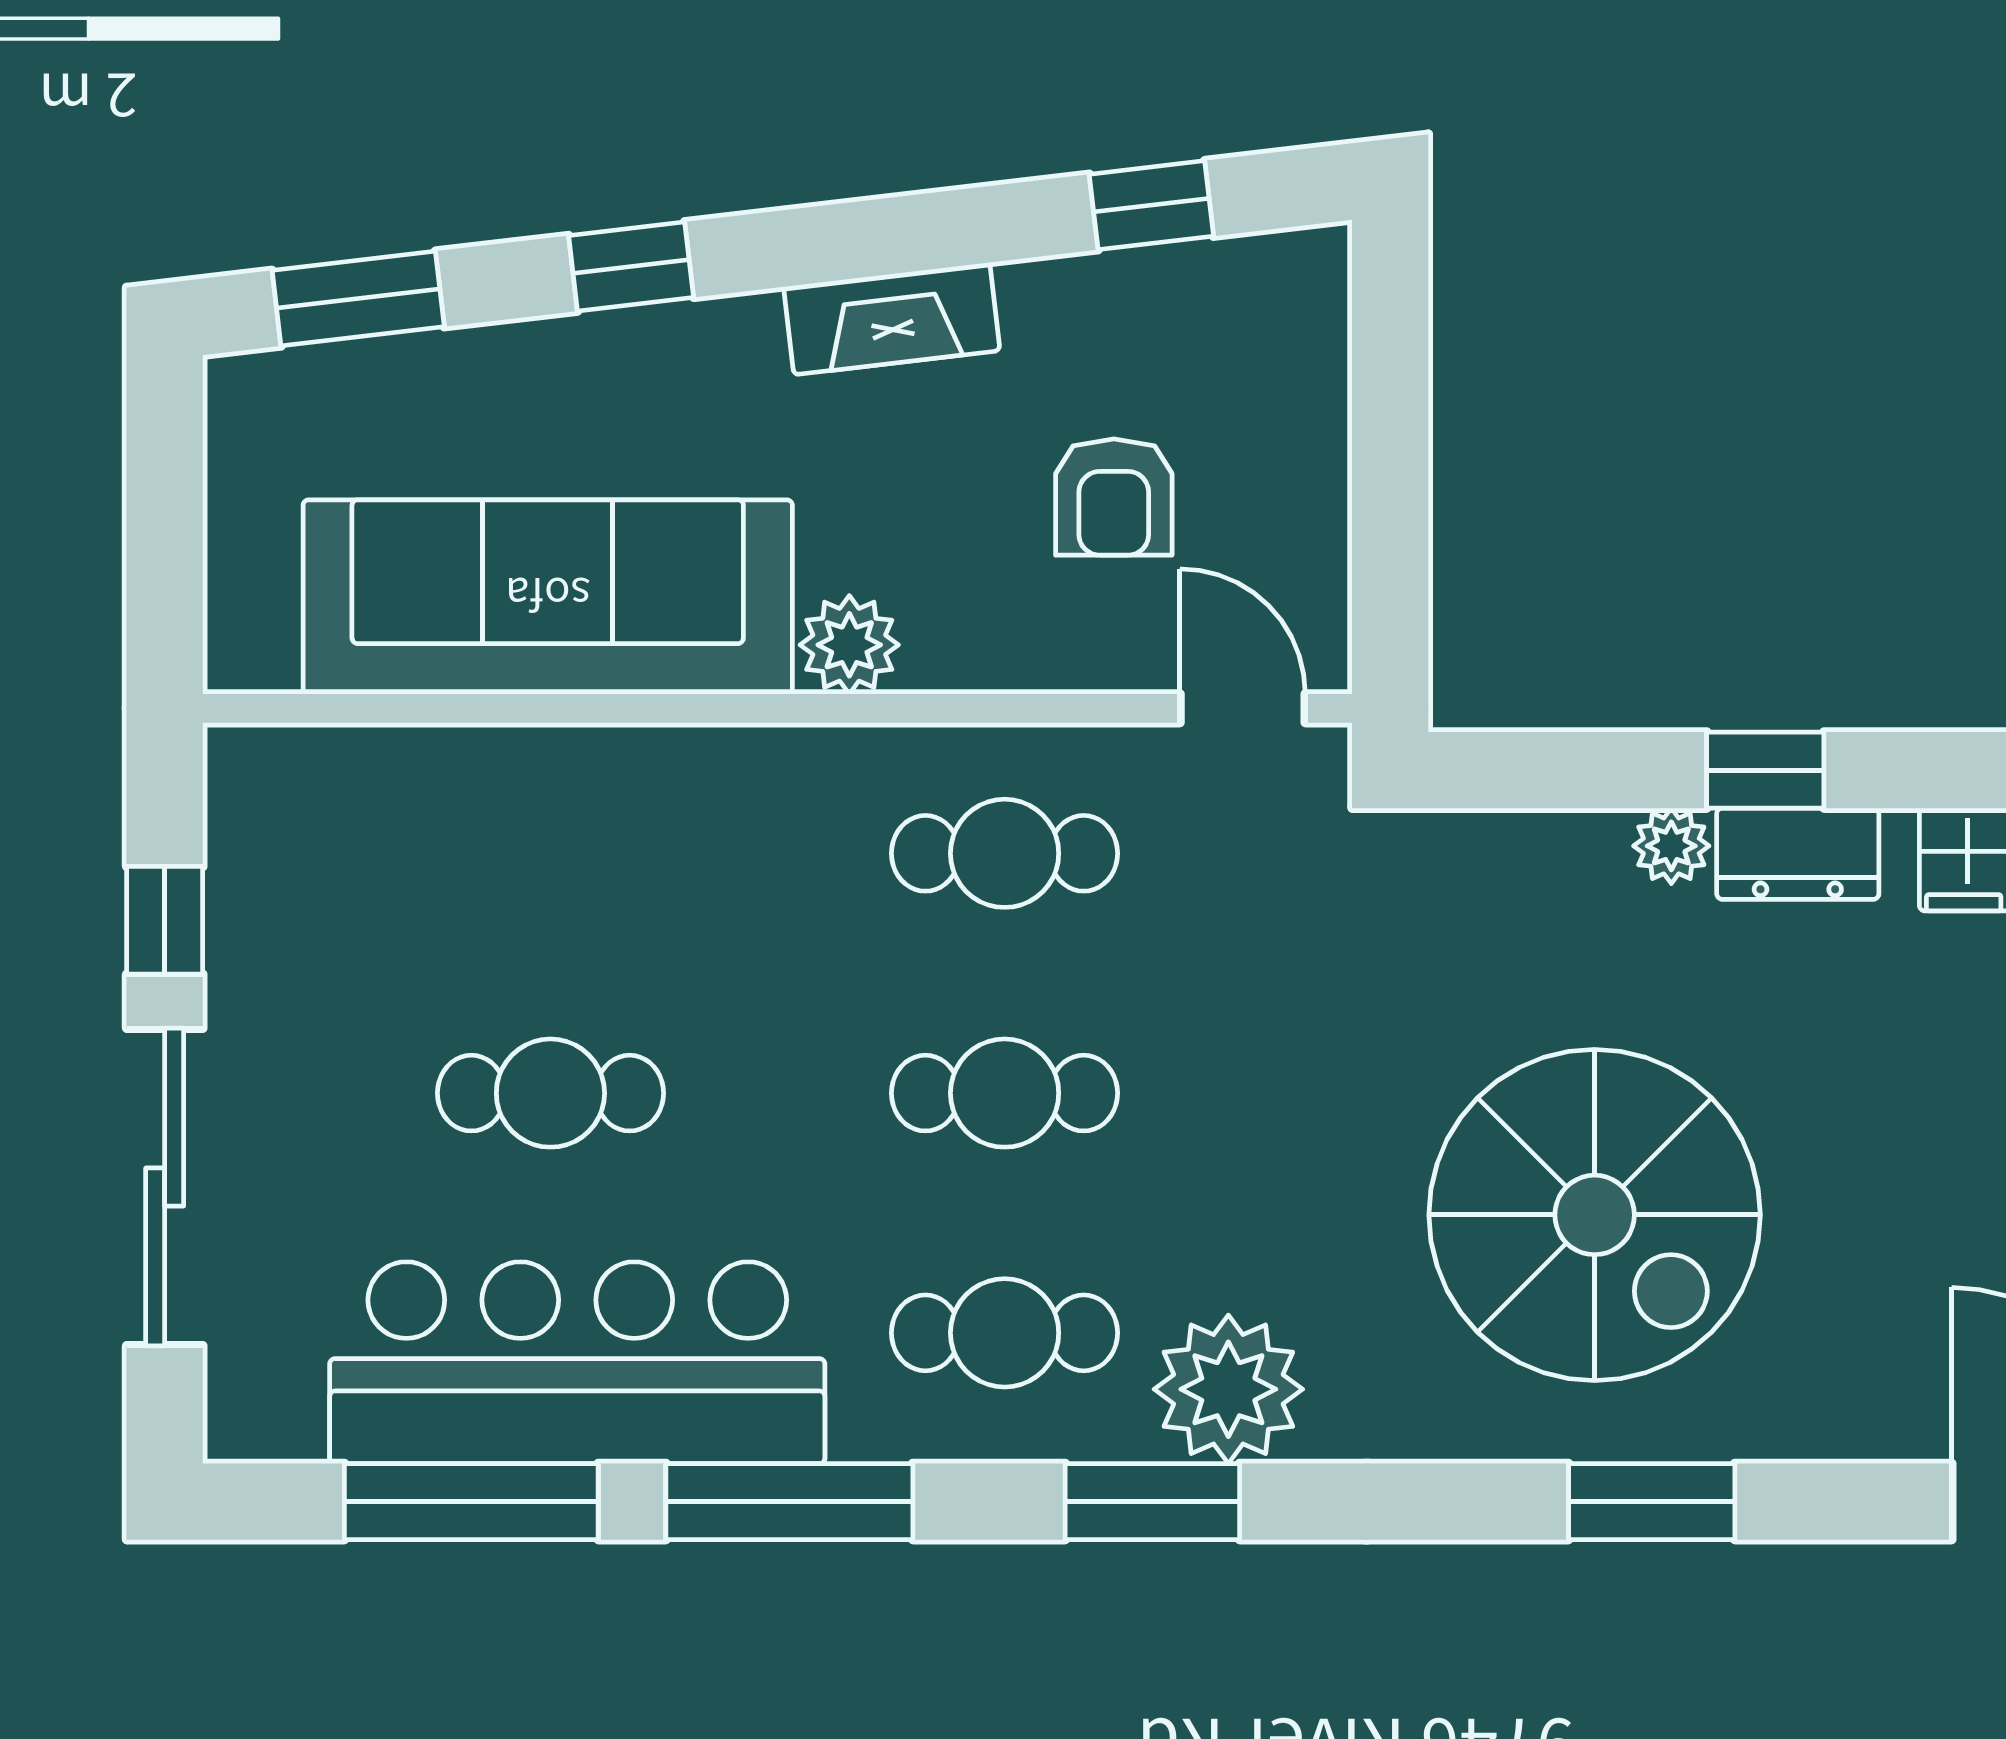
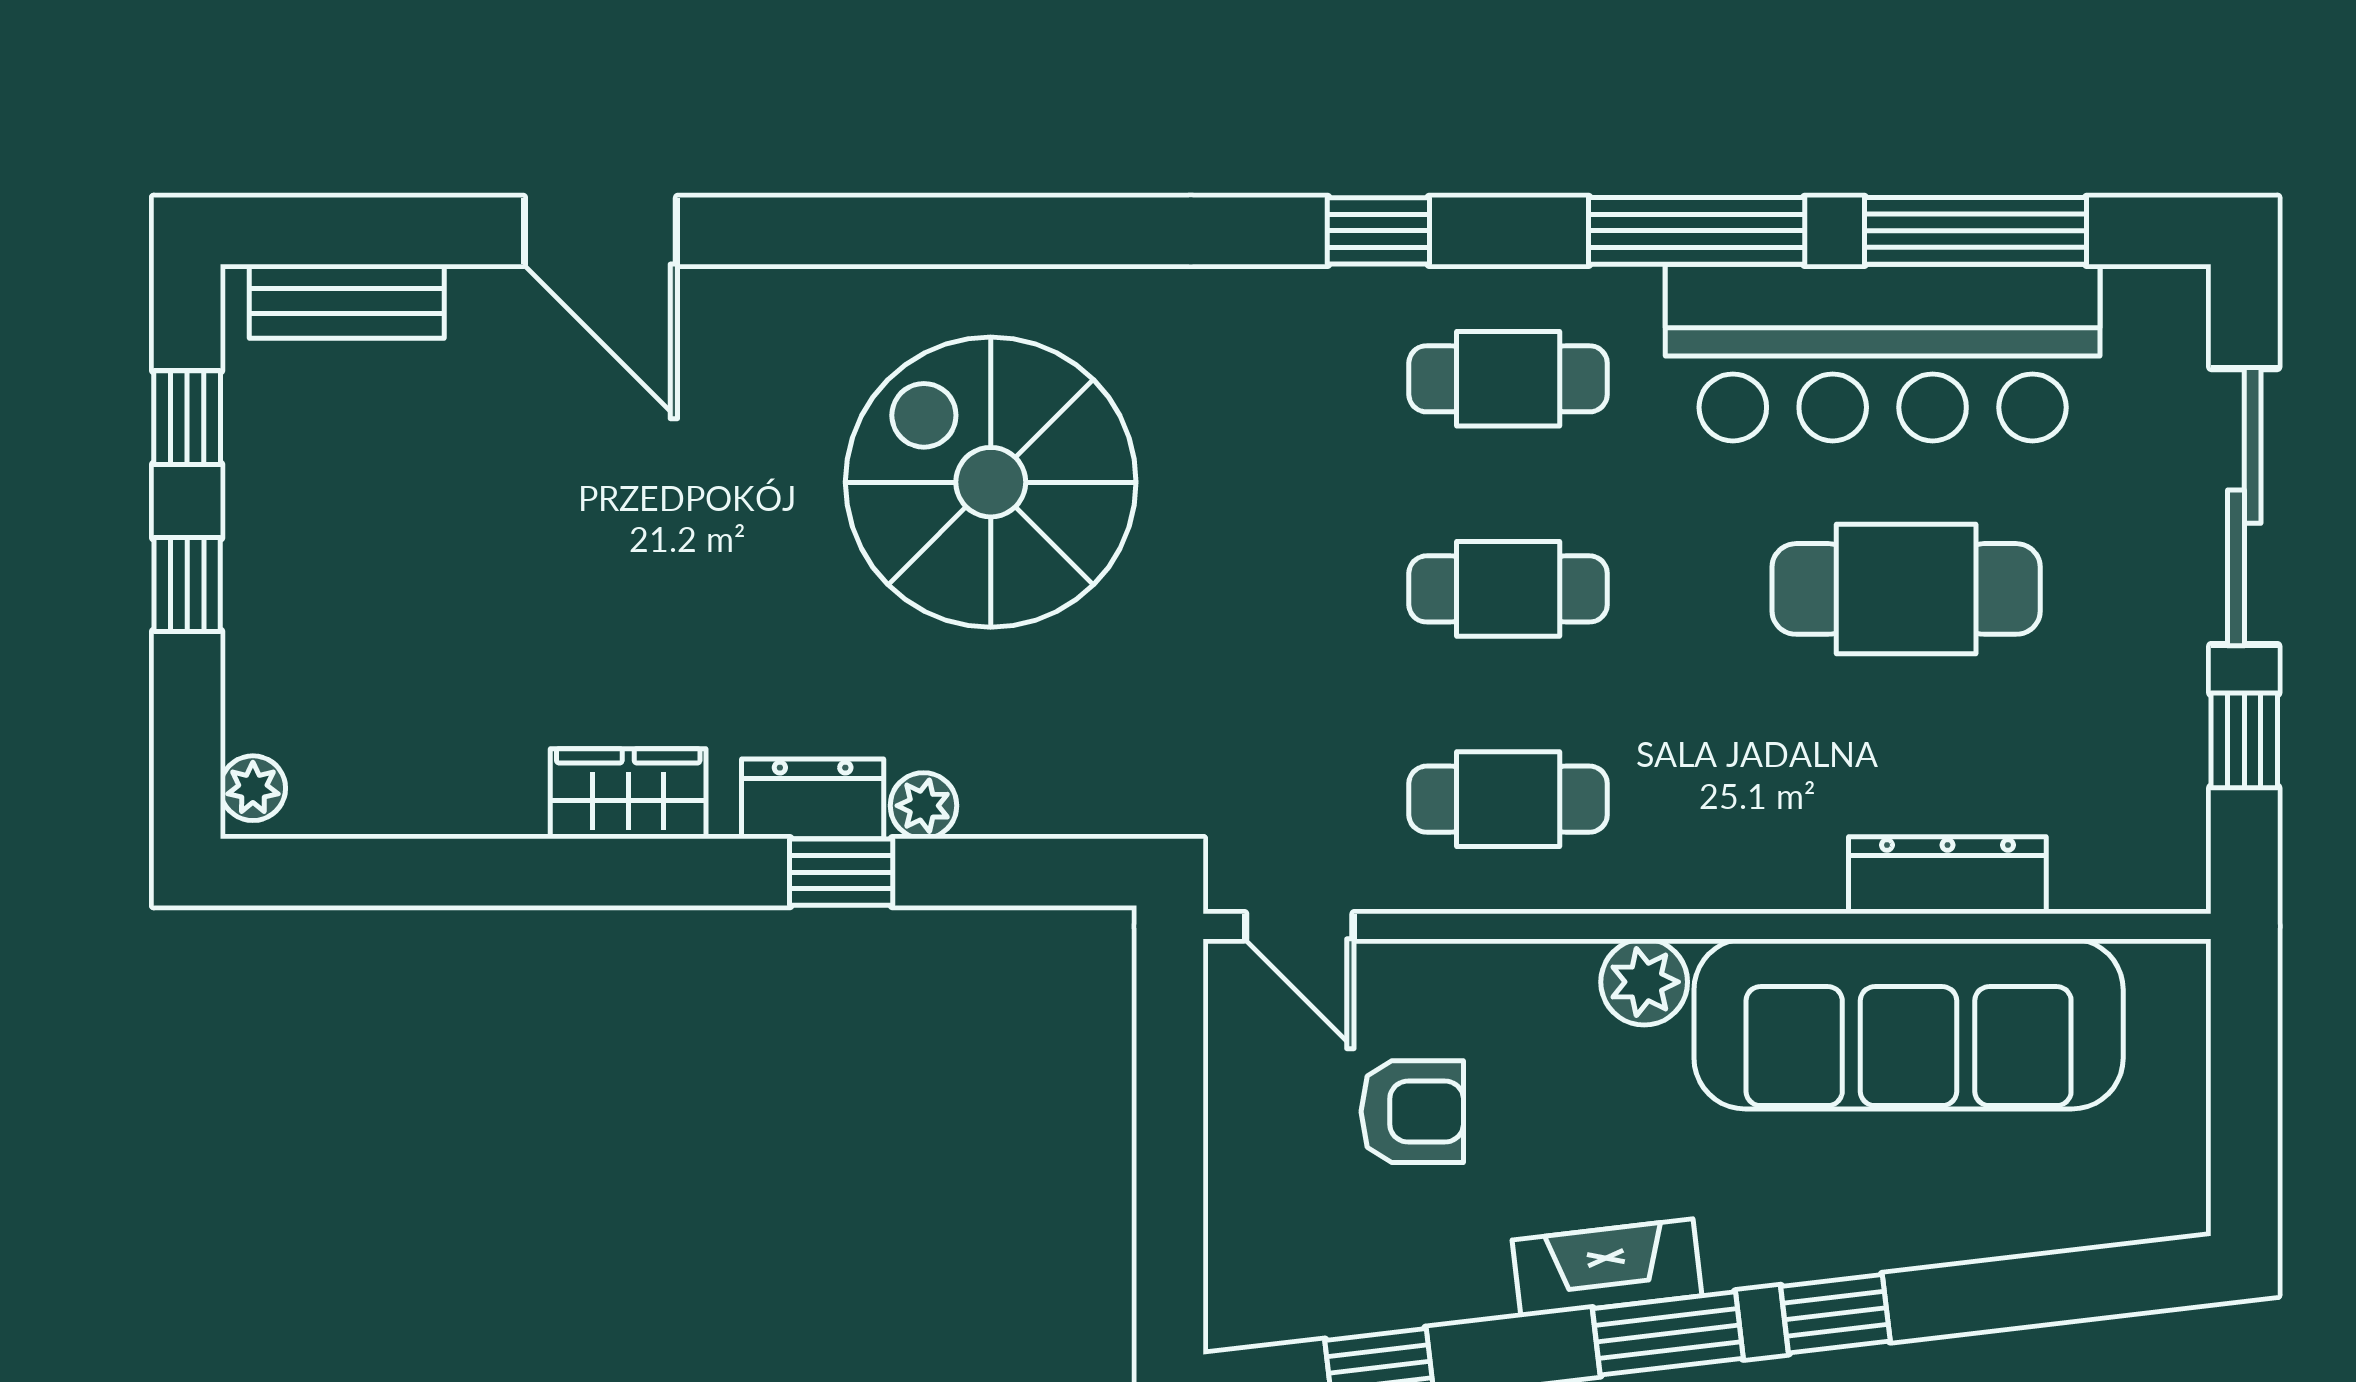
window: (358, 299) -> (1668, 1333), moved
armchair: (1114, 497) -> (1412, 1112), turned 90
dresser: (503, 767) -> (1947, 875), added
cafe table: (550, 1093) -> (1906, 589), width x1.37, depth x1.35
plant: (1228, 1389) -> (1312, 329), removed
window: (1152, 1502) -> (1378, 231), width x0.67
window: (1652, 1502) -> (941, 231), removed

